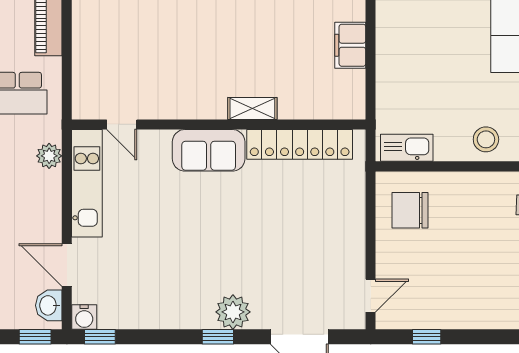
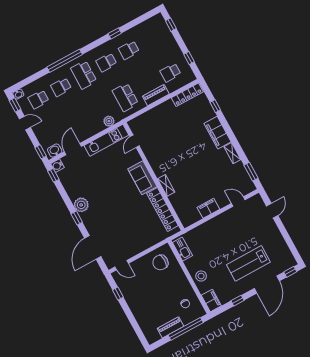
chair: (410, 210) -> (160, 262), turned -90
plant: (233, 312) -> (81, 205), moved

